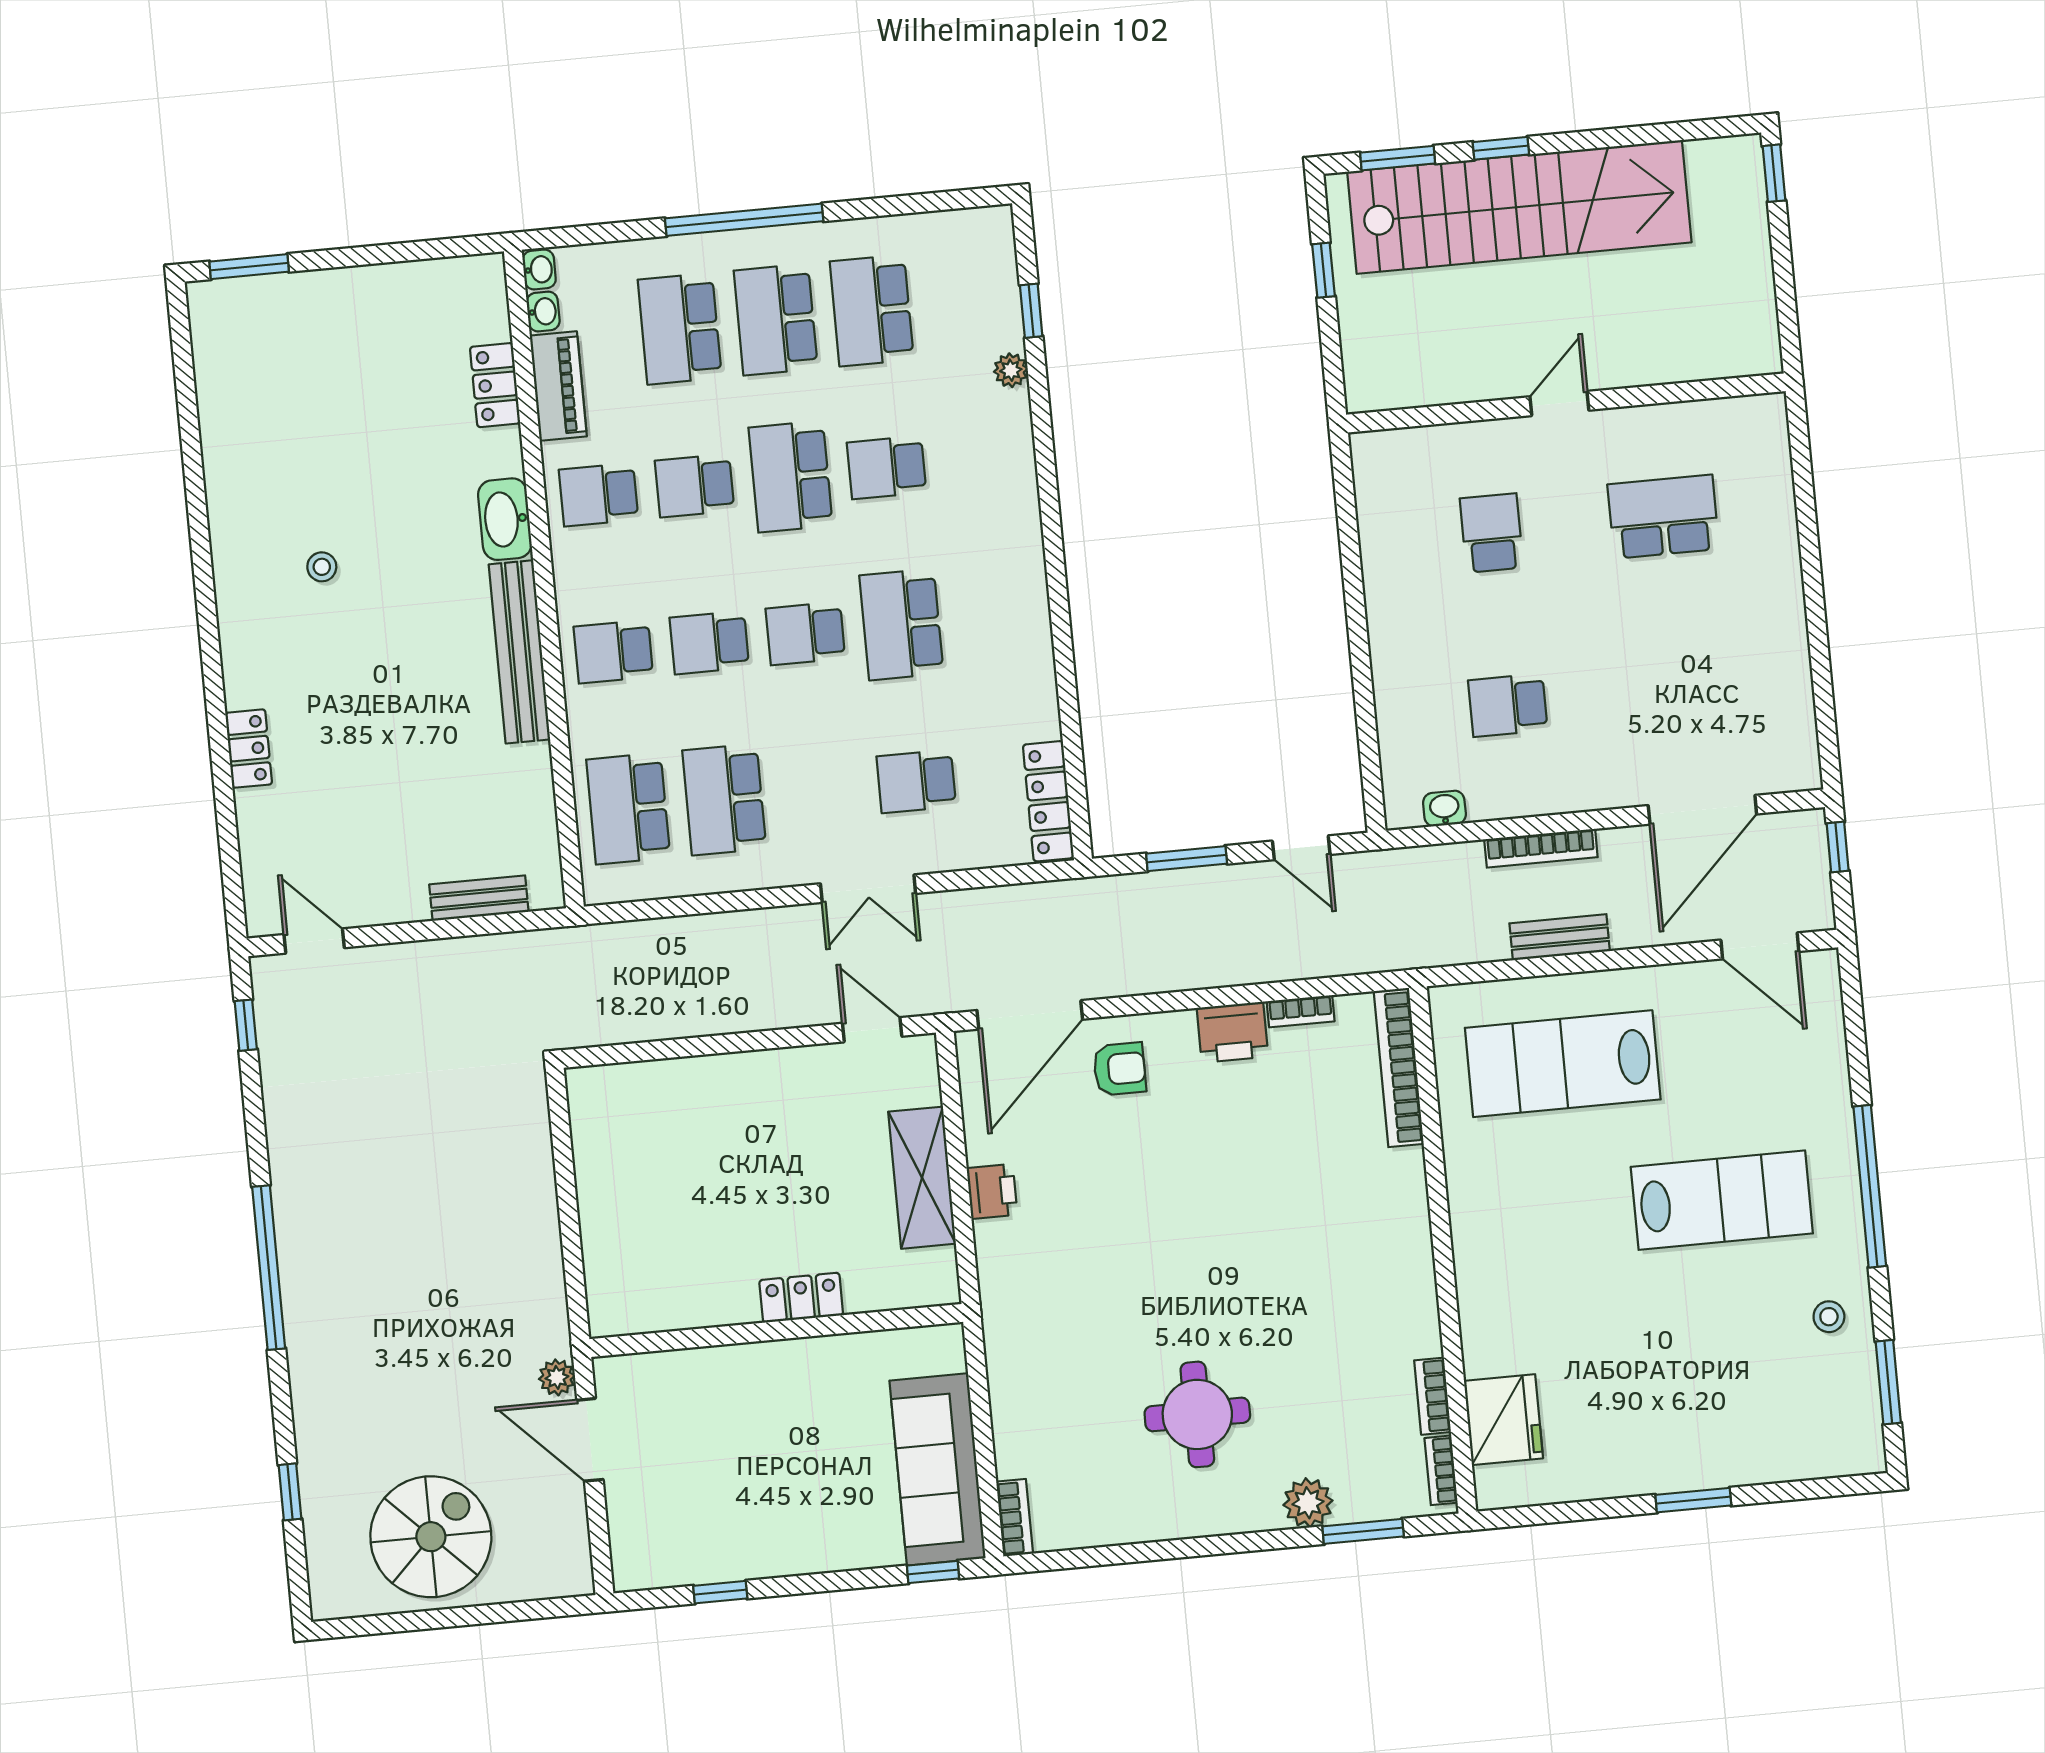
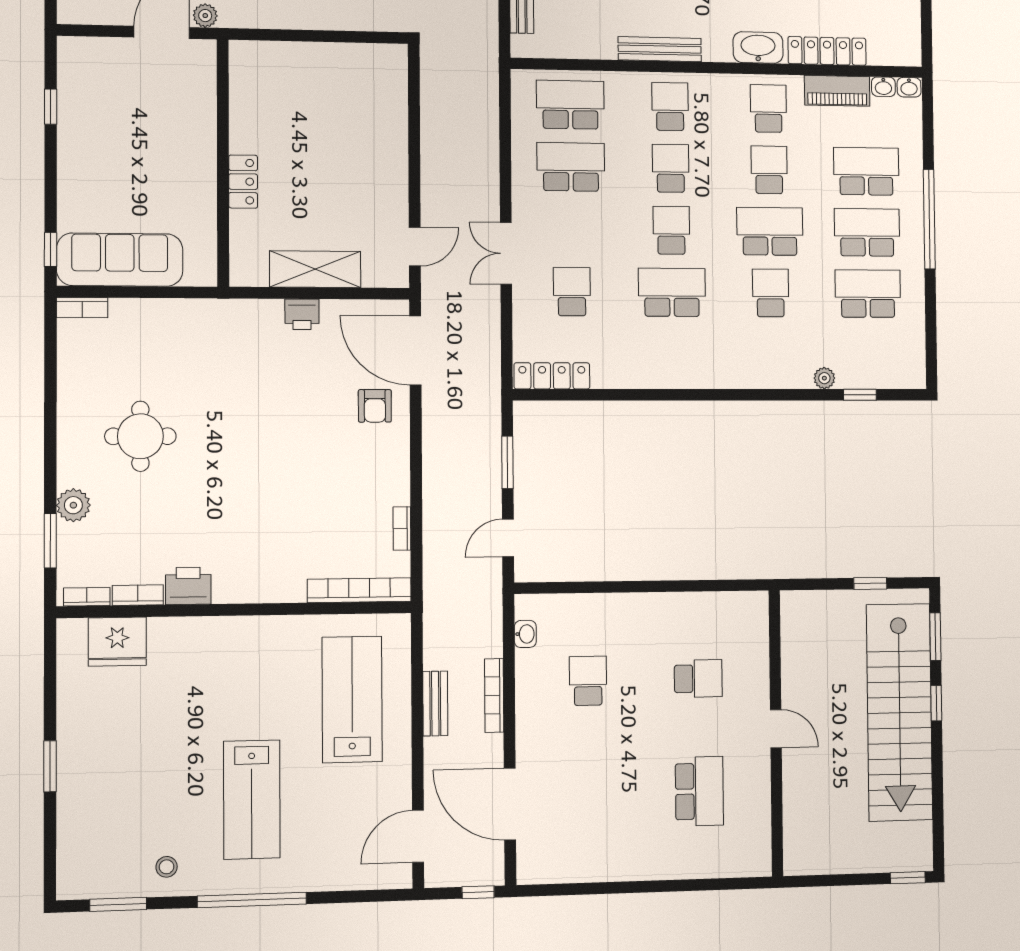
locker: (495, 385) -> (827, 51), width x1.53
bench: (519, 652) -> (660, 49), width x0.73, depth x0.82
printer: (1232, 1032) -> (188, 586), moved, turned 90

